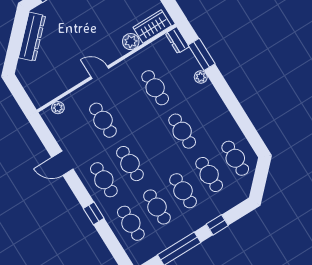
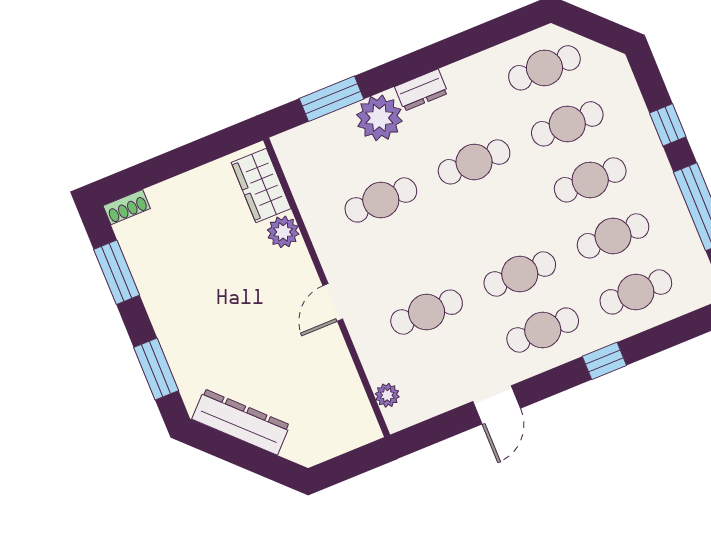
dresser: (177, 40) -> (421, 90), moved
plant: (201, 77) -> (379, 118), width x1.88, depth x1.88

